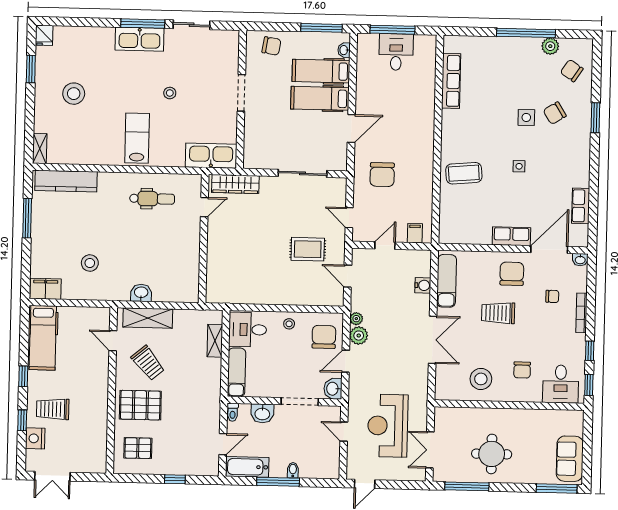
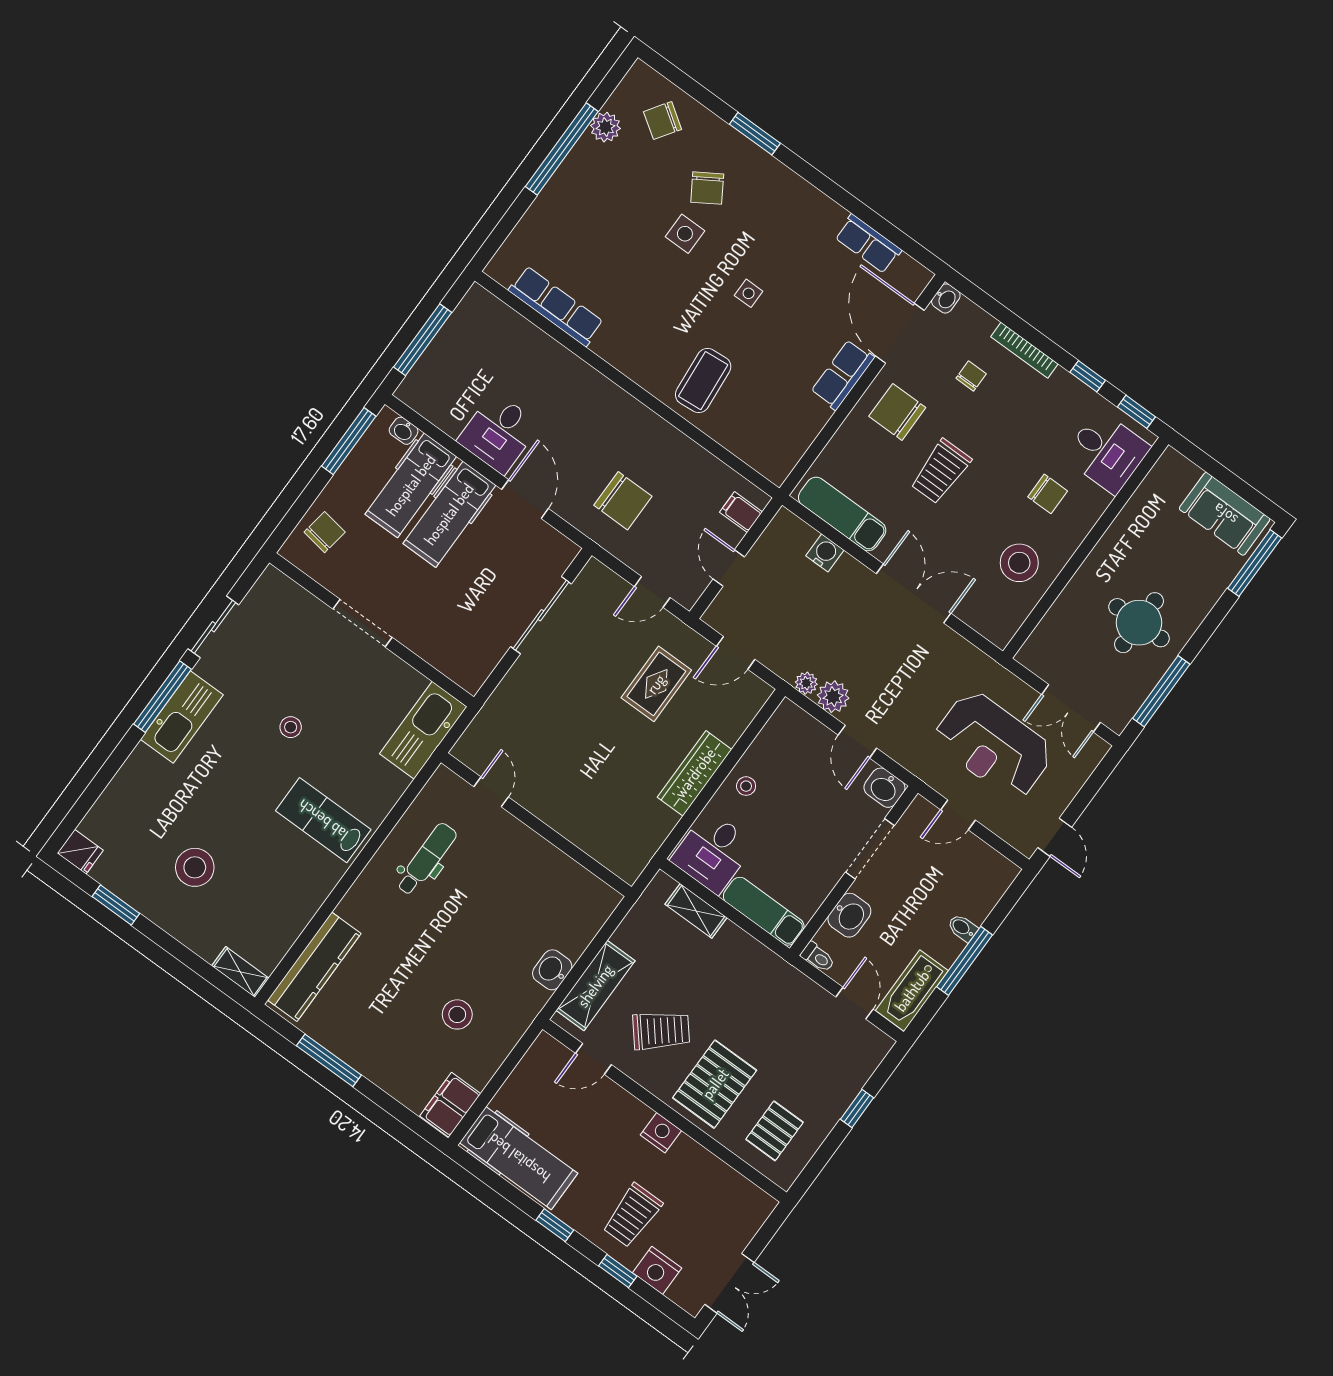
desk: (396, 52) -> (499, 433), moved, turned -90
wardrobe: (235, 184) -> (695, 773), moved, turned 180
chair: (324, 337) -> (800, 749), removed
nightstand: (100, 396) -> (661, 1133), added

